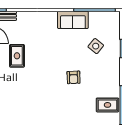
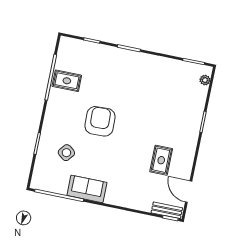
armchair: (74, 77) -> (100, 121), width x1.88, depth x1.88

